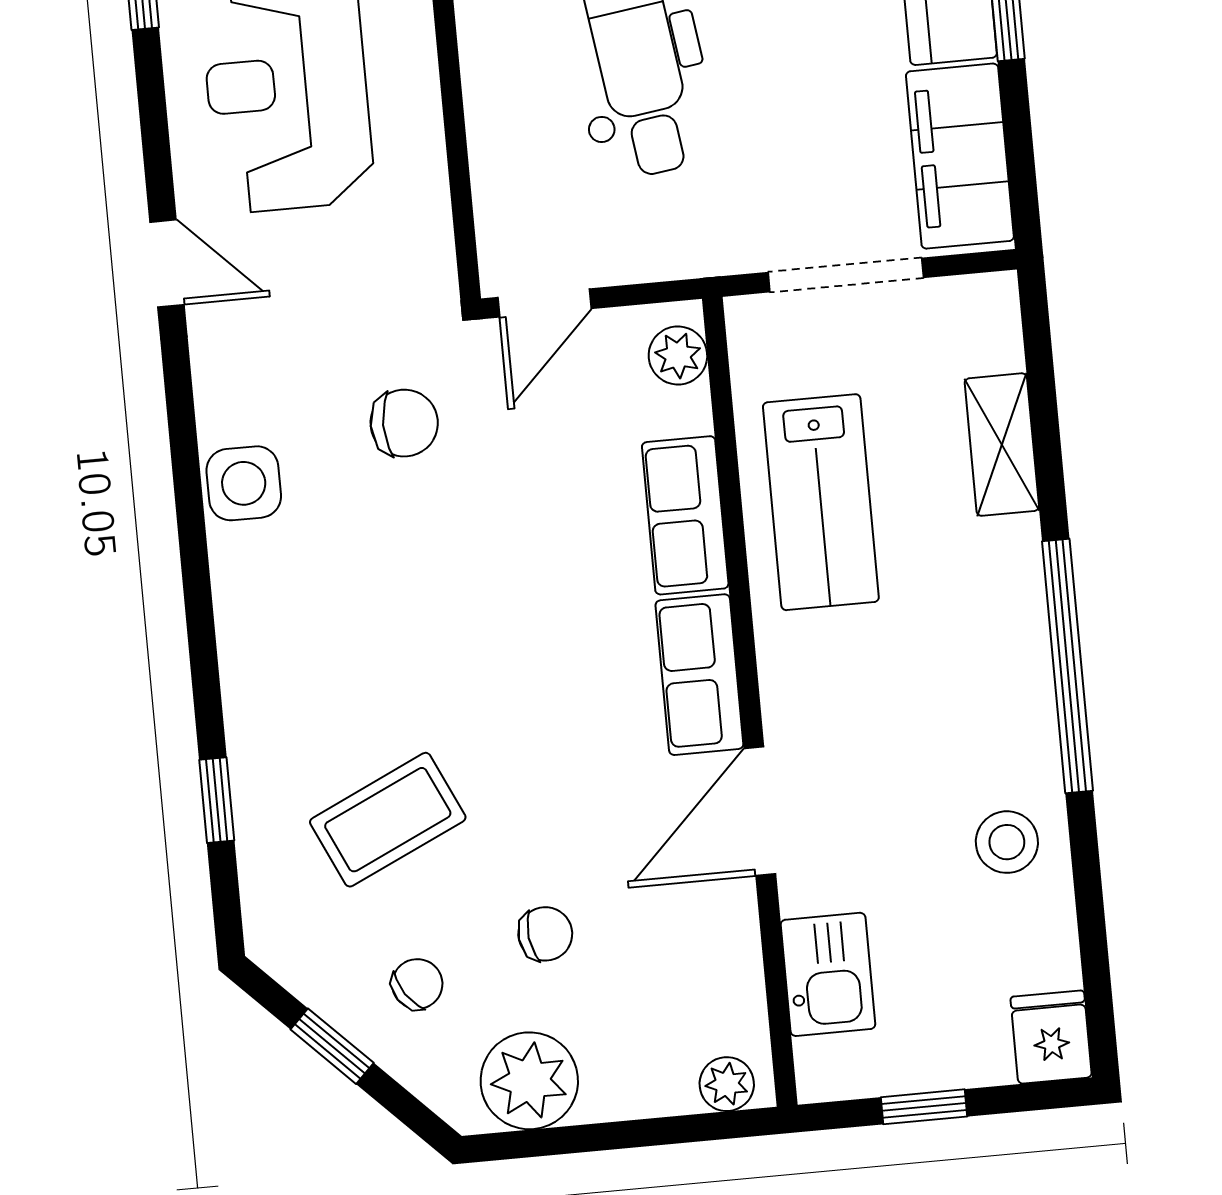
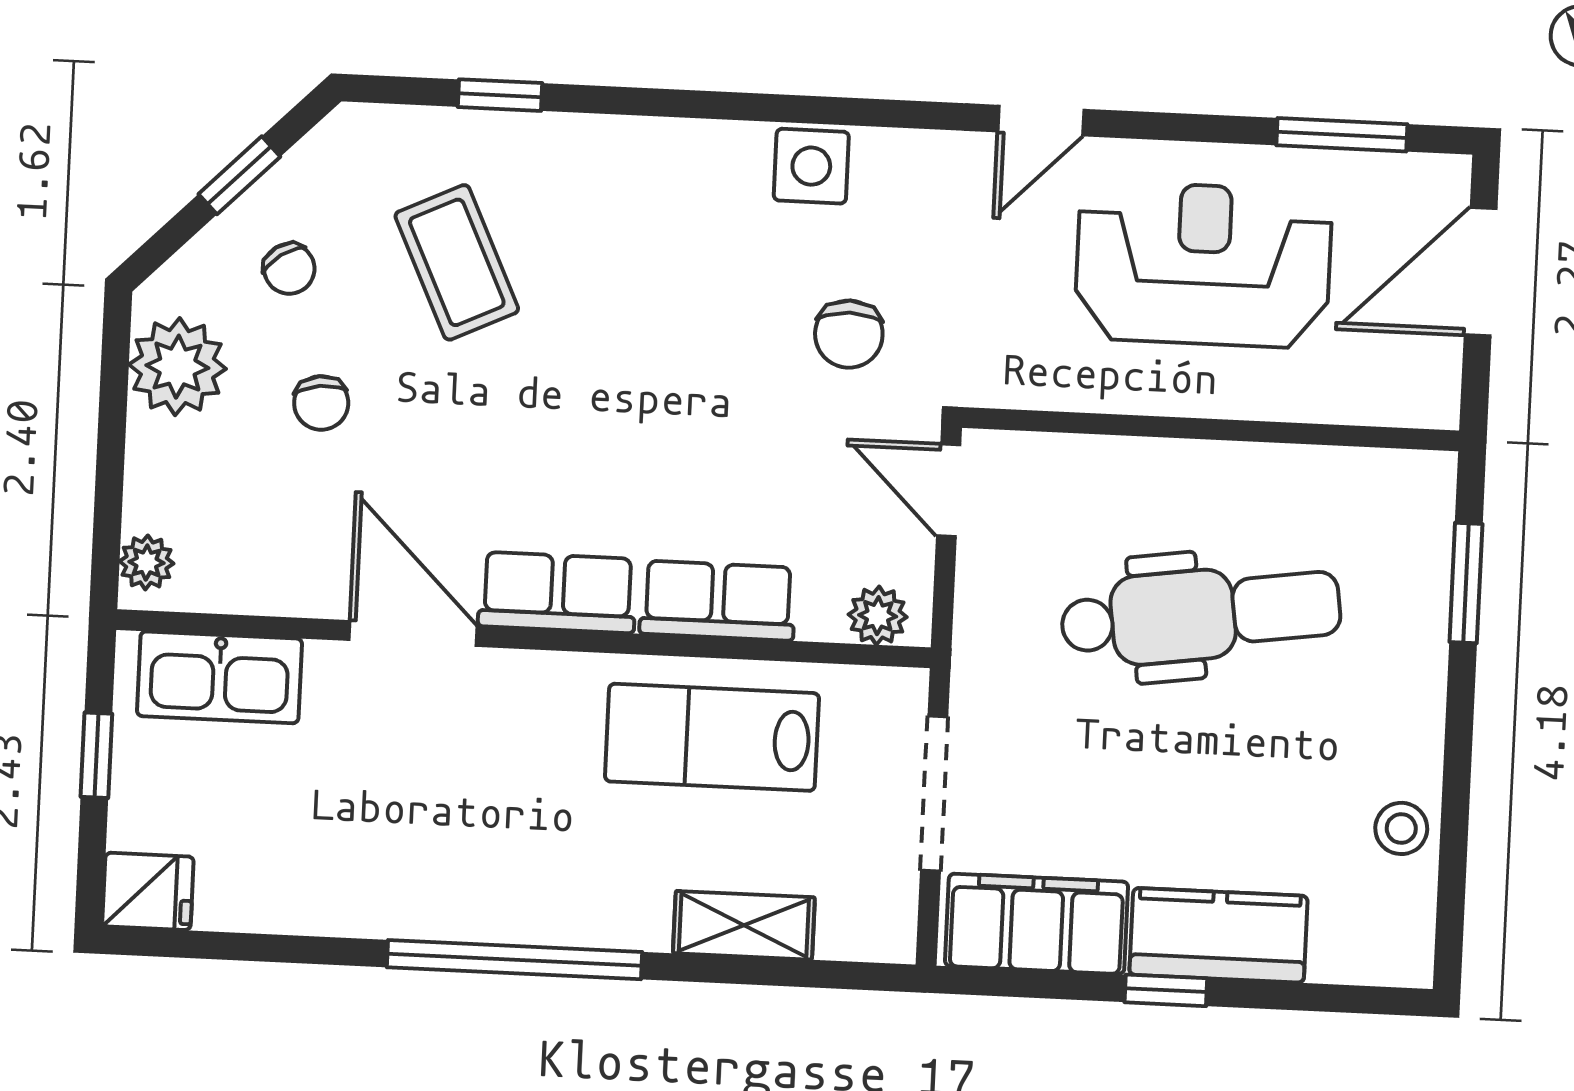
stool: (1007, 842) -> (348, 875), removed
kitchen sink: (828, 974) -> (219, 677), width x1.38

